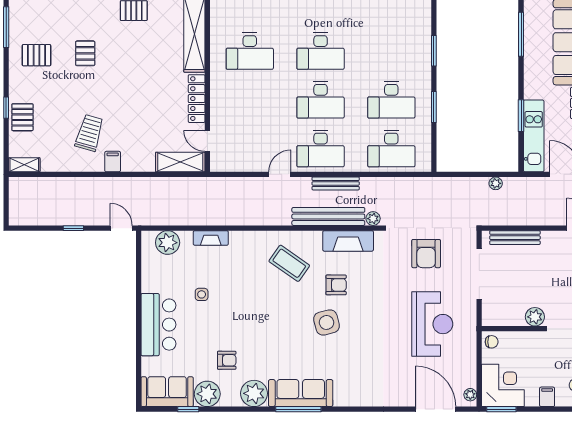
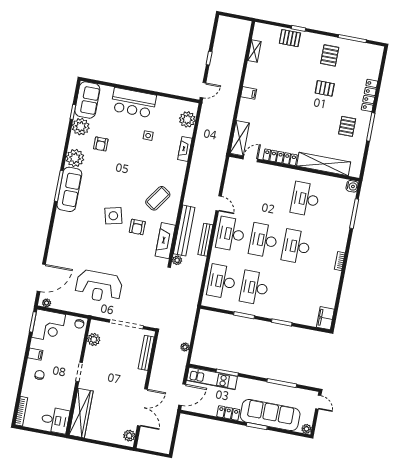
trolley: (89, 133) -> (271, 81), removed
shelving: (24, 165) -> (254, 51), moved
armchair: (426, 254) -> (147, 291), removed
plant: (535, 317) -> (94, 339), moved

